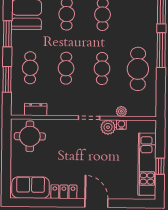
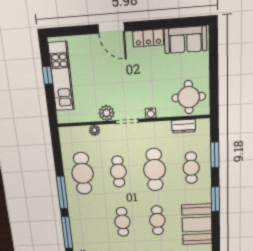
cafe table: (66, 68) -> (155, 170), width x1.37, depth x1.35
water cooler: (121, 125) -> (151, 113), moved

